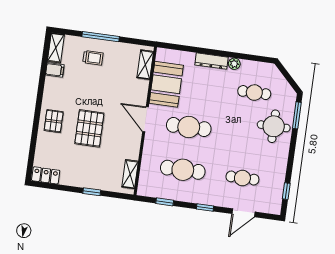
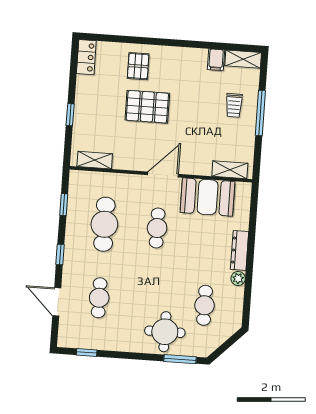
pallet: (54, 121) -> (138, 66), moved, turned 90
cafe table: (189, 127) -> (157, 228), width x0.73, depth x0.74

